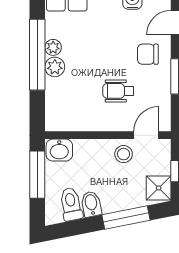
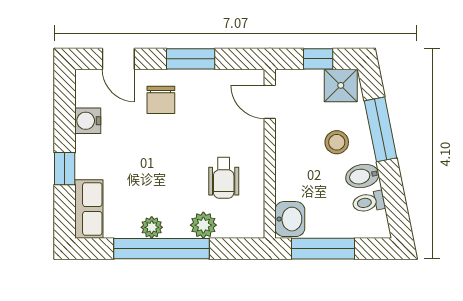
plant: (55, 67) -> (203, 225), moved
wheelchair: (118, 91) -> (224, 178), moved
stool: (124, 154) -> (337, 142), moved
toilet: (71, 204) -> (369, 202), width x0.73, depth x0.72

